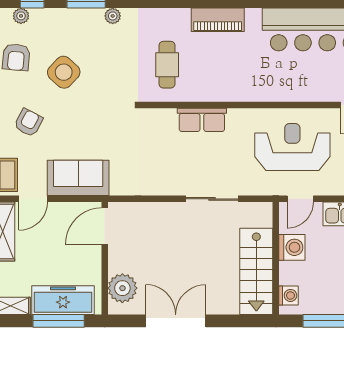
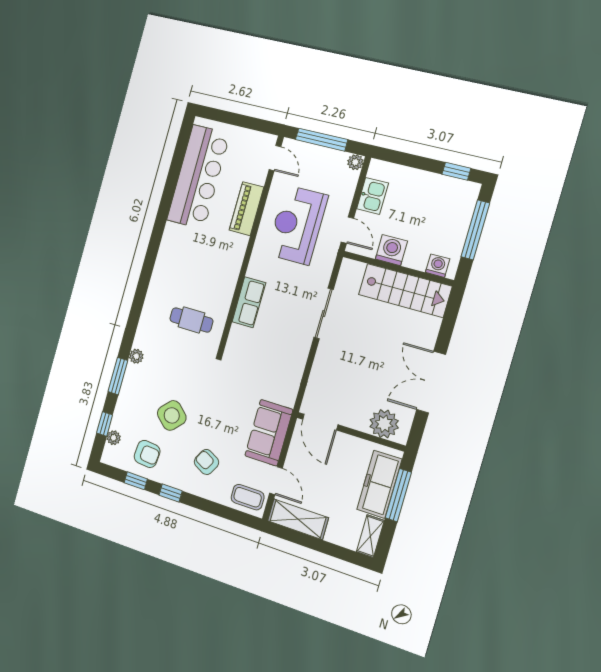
piano: (218, 20) -> (246, 209), moved, turned 180

